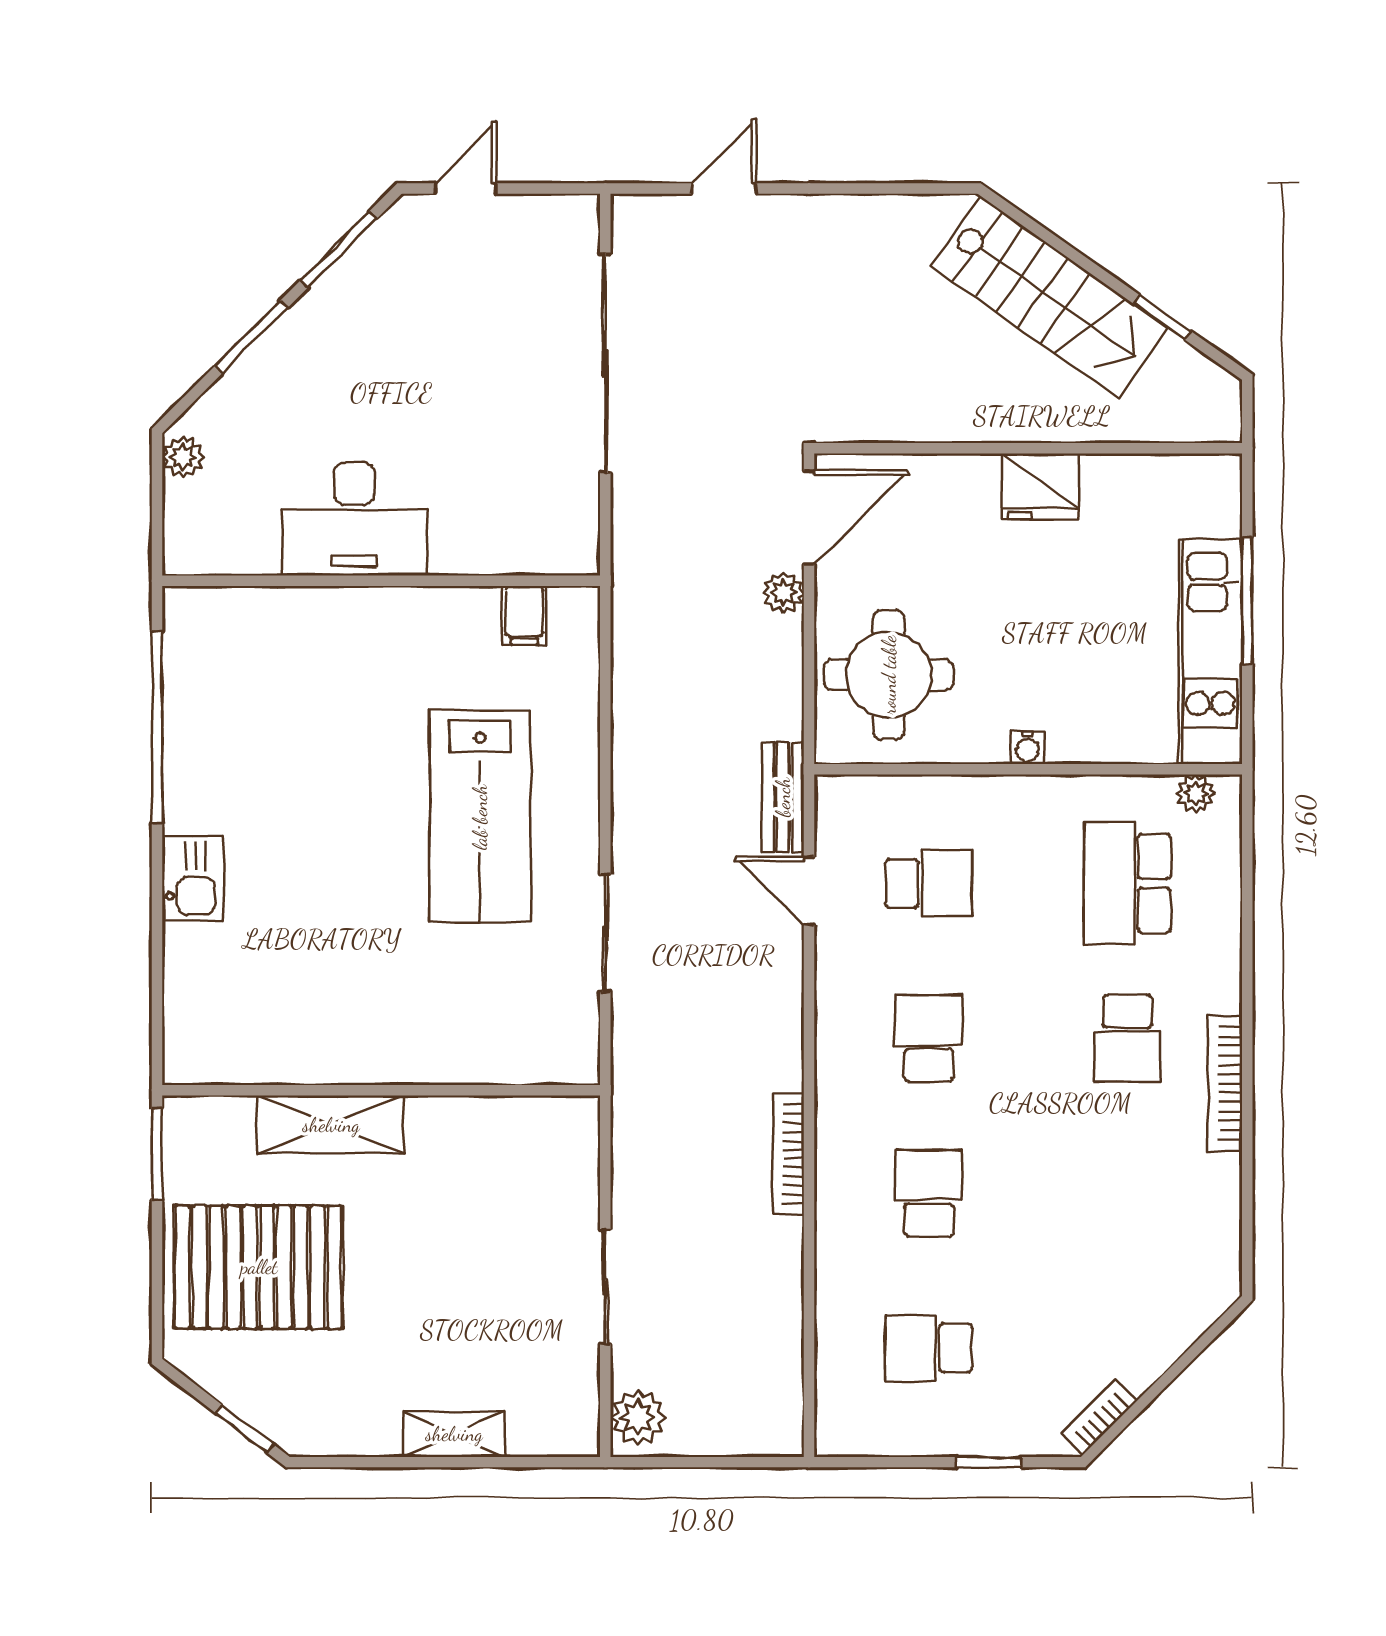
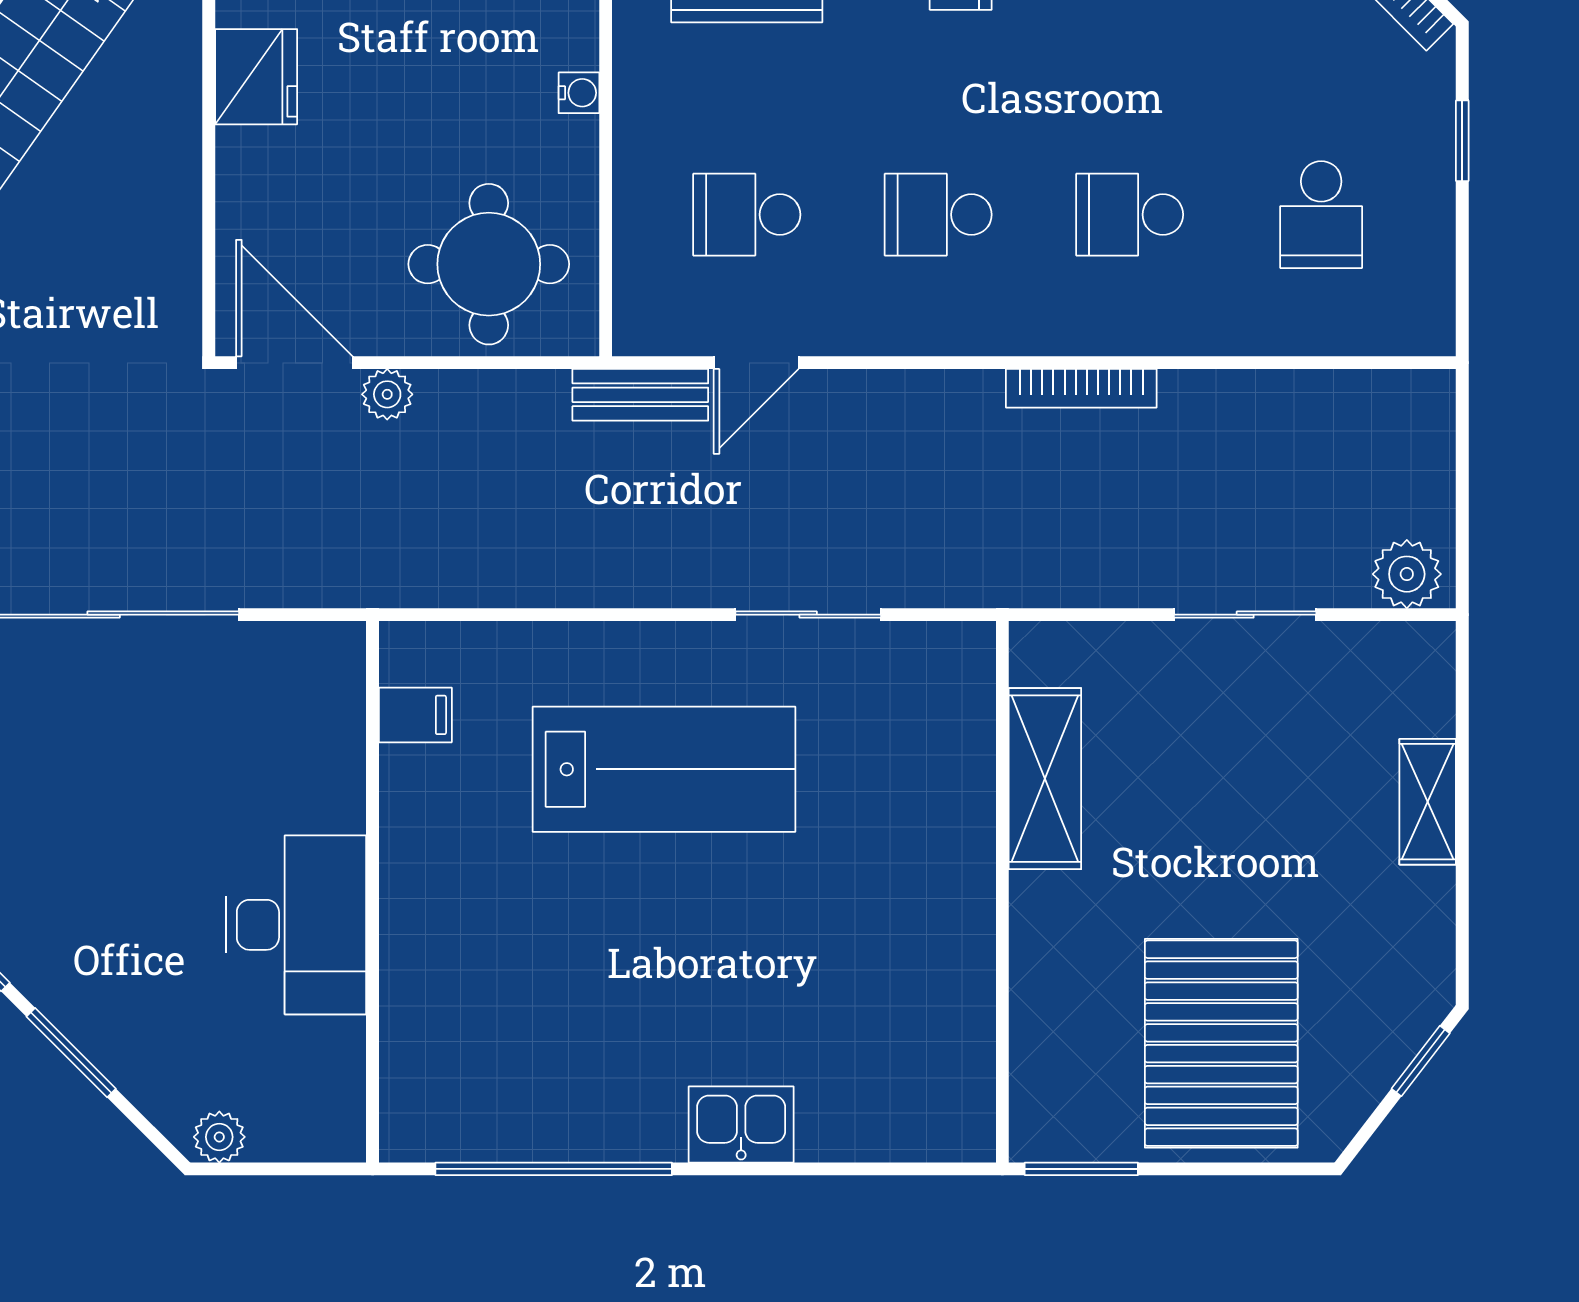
school desk: (929, 883) -> (747, 215), turned -90
shelving: (331, 1125) -> (1045, 779), moved

